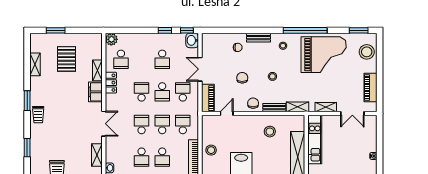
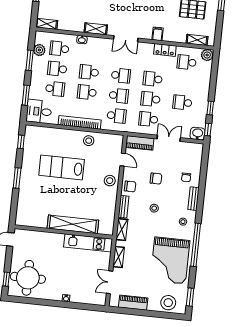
shelving: (97, 70) -> (197, 40), moved
filing cabinet: (95, 92) -> (158, 34), width x0.50
school desk: (142, 92) -> (153, 79), turned 180
school desk: (183, 92) -> (148, 119), turned 180
stool: (270, 132) -> (110, 181), moved

